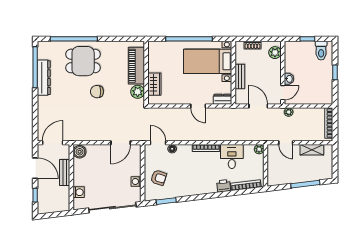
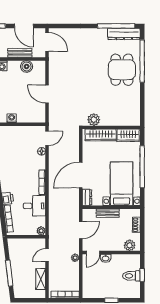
toilet: (321, 51) -> (131, 276), moved
wardrobe: (155, 54) -> (128, 135), added
piano: (136, 66) -> (118, 118), removed
dresser: (44, 78) -> (124, 34), moved
wardrobe: (154, 84) -> (101, 135), width x1.50
chair: (97, 92) -> (94, 82), removed
door: (283, 93) -> (93, 252), hinge flipped
door: (198, 106) -> (81, 175), width x1.87
door: (121, 143) -> (47, 94), moved
boiler: (80, 152) -> (27, 66), moved
door: (35, 168) -> (24, 26), hinge flipped
armchair: (159, 178) -> (15, 139), removed

